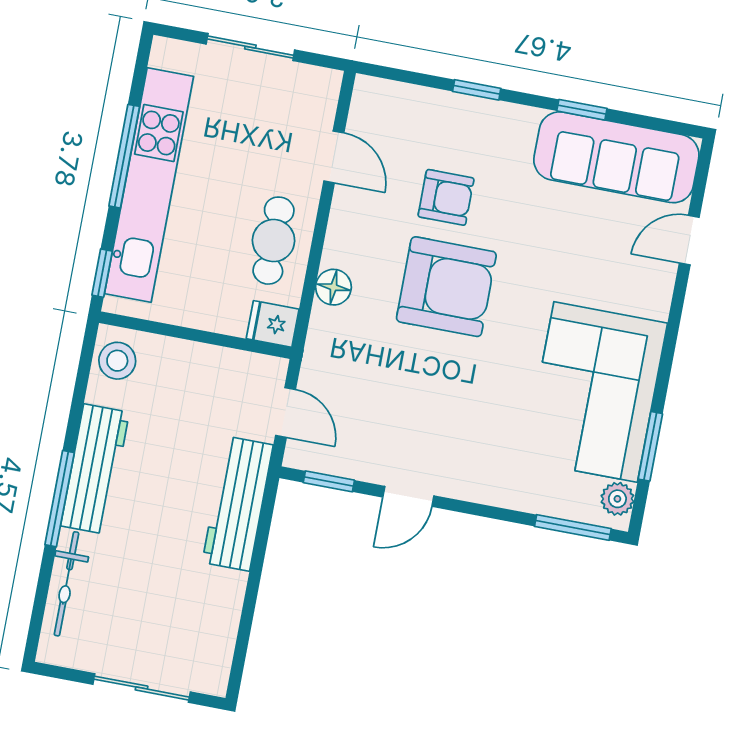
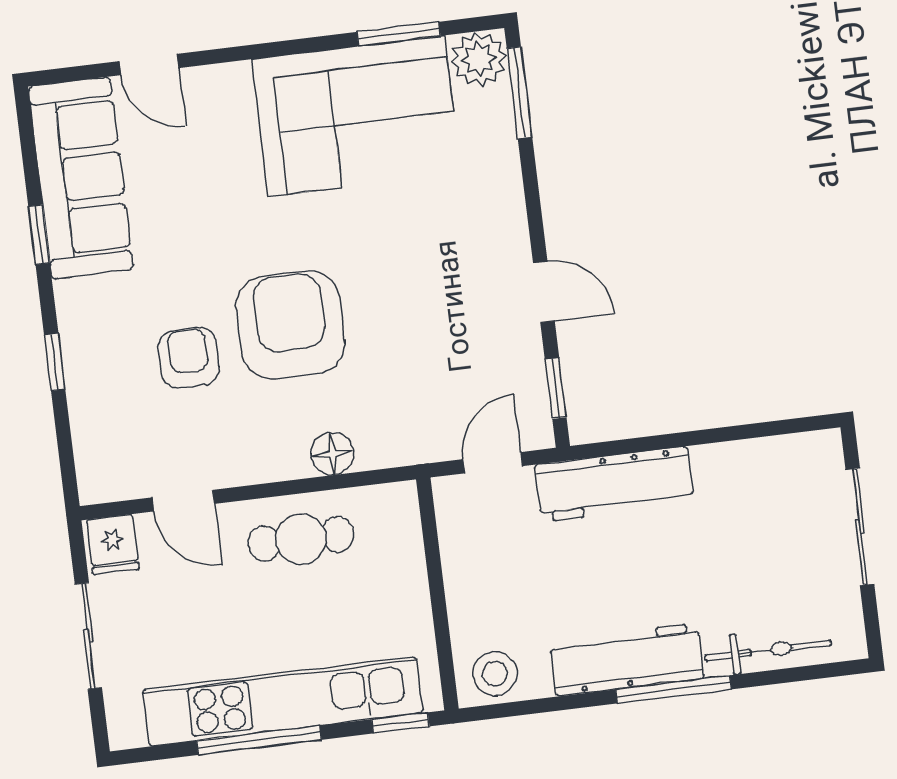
door: (334, 157) -> (183, 501), swing flipped
fridge: (273, 324) -> (113, 545), moved
plant: (617, 499) -> (479, 59), width x1.38, depth x1.38

